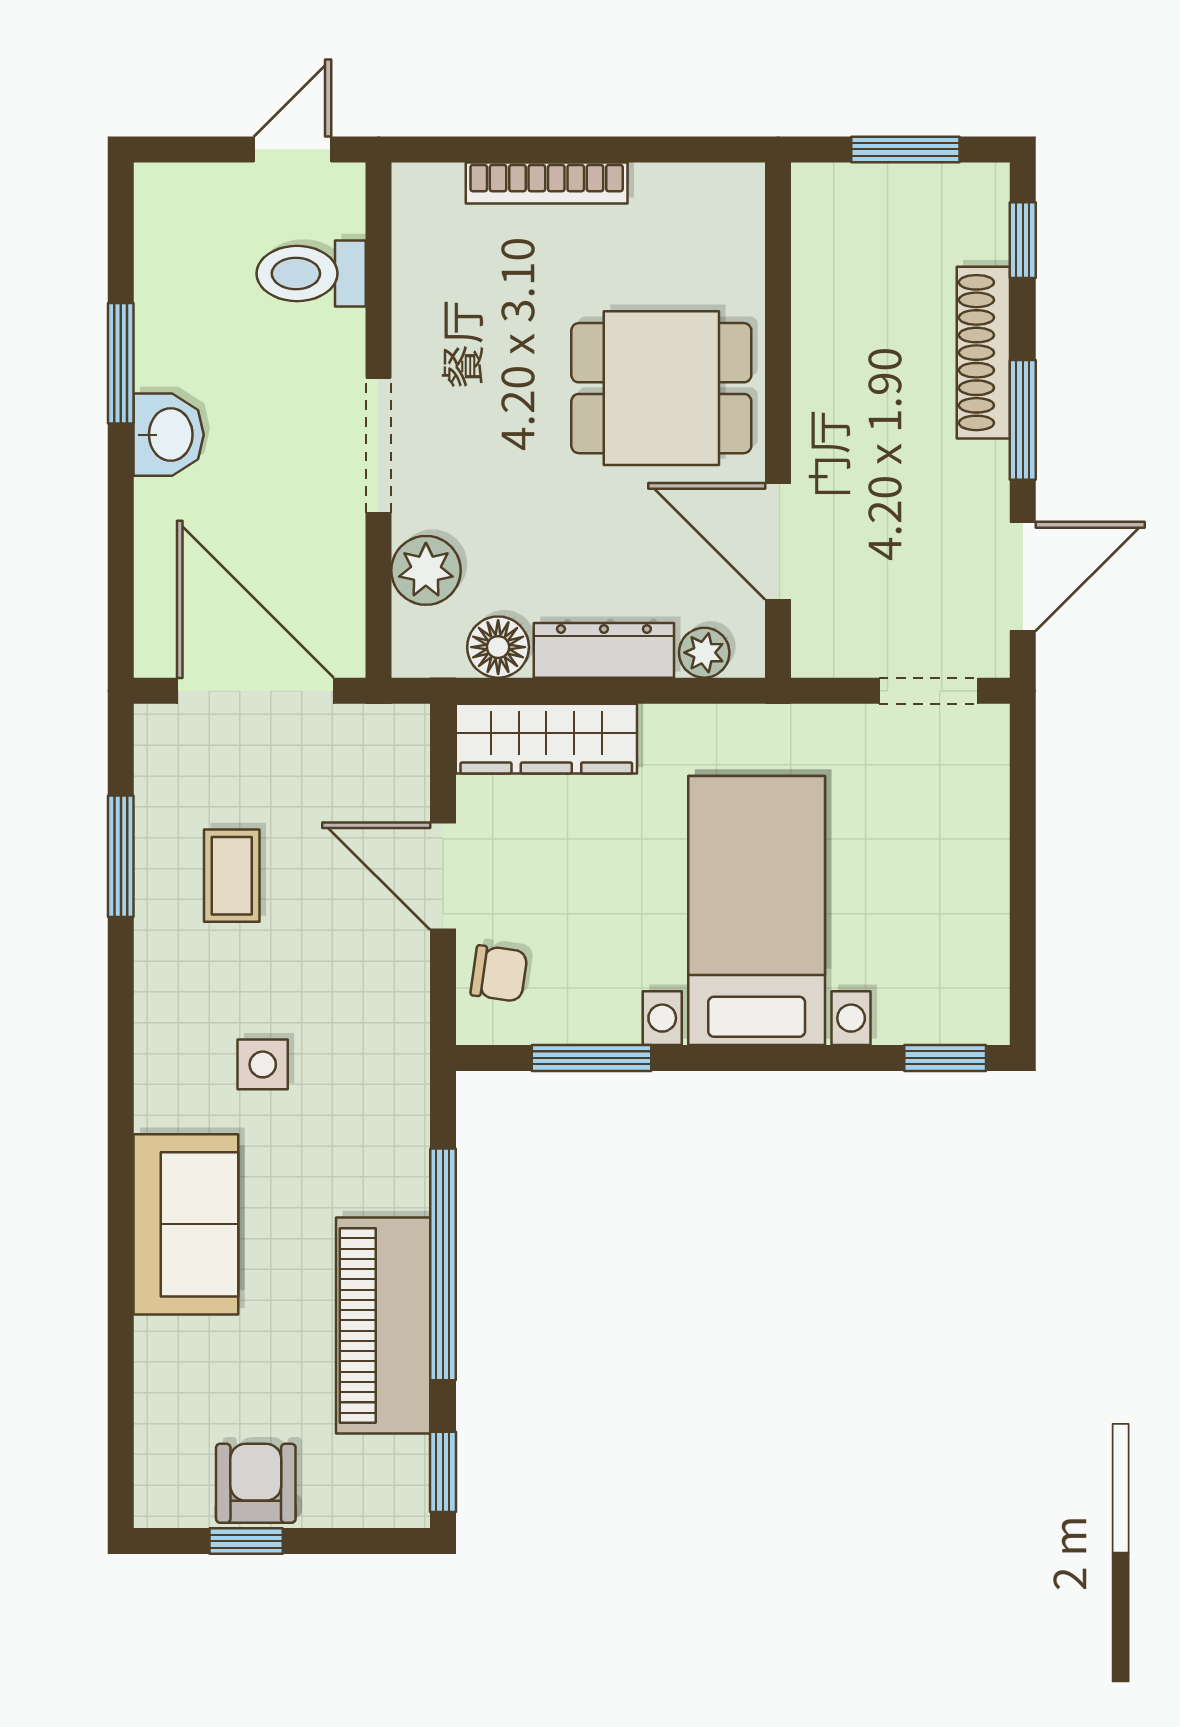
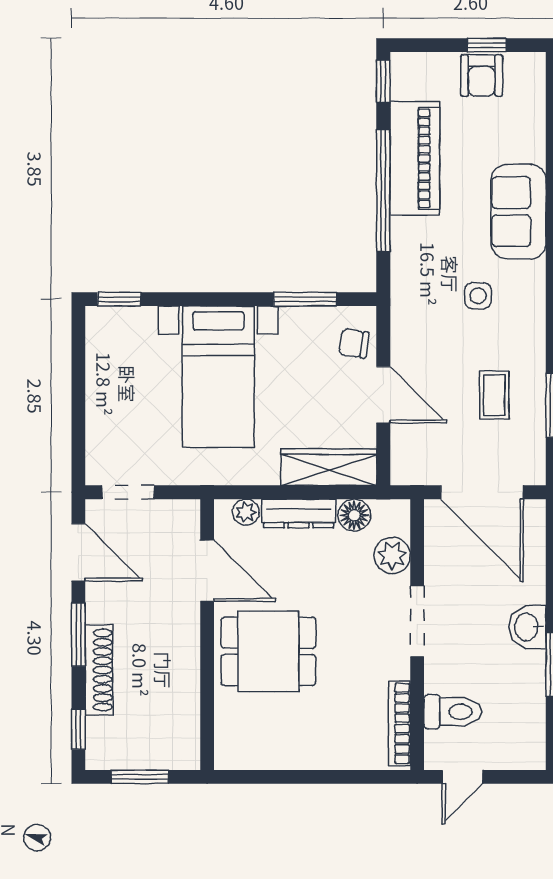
bookcase: (547, 183) -> (399, 723), moved, turned -90
door: (1023, 576) -> (78, 552), swing flipped

